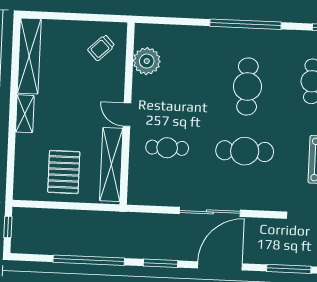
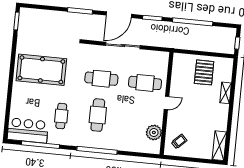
shelving: (29, 56) -> (219, 146), width x0.68
shelving: (25, 114) -> (226, 93), moved
door: (127, 115) -> (167, 103), hinge flipped
cafe table: (167, 148) -> (145, 83), width x1.37, depth x1.35
shelving: (111, 164) -> (177, 75), removed

